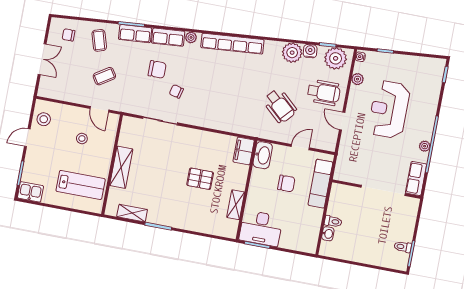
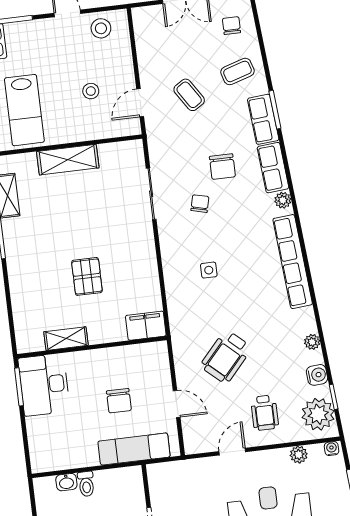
plant: (292, 53) -> (312, 342), width x0.53, depth x0.53
wheelchair: (324, 92) -> (265, 413), width x0.73, depth x0.73
side table: (221, 99) -> (209, 270), added
washbasin: (263, 155) -> (148, 354), removed

